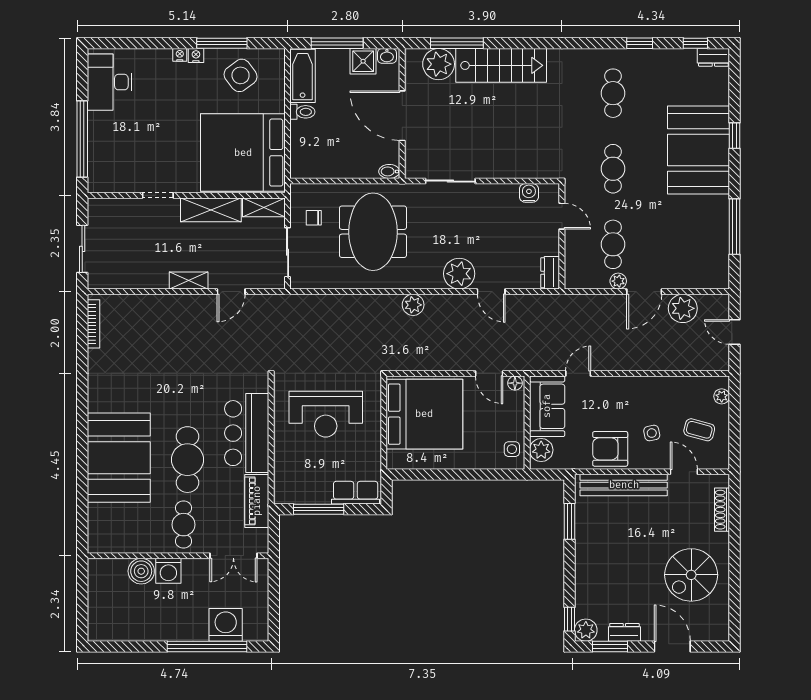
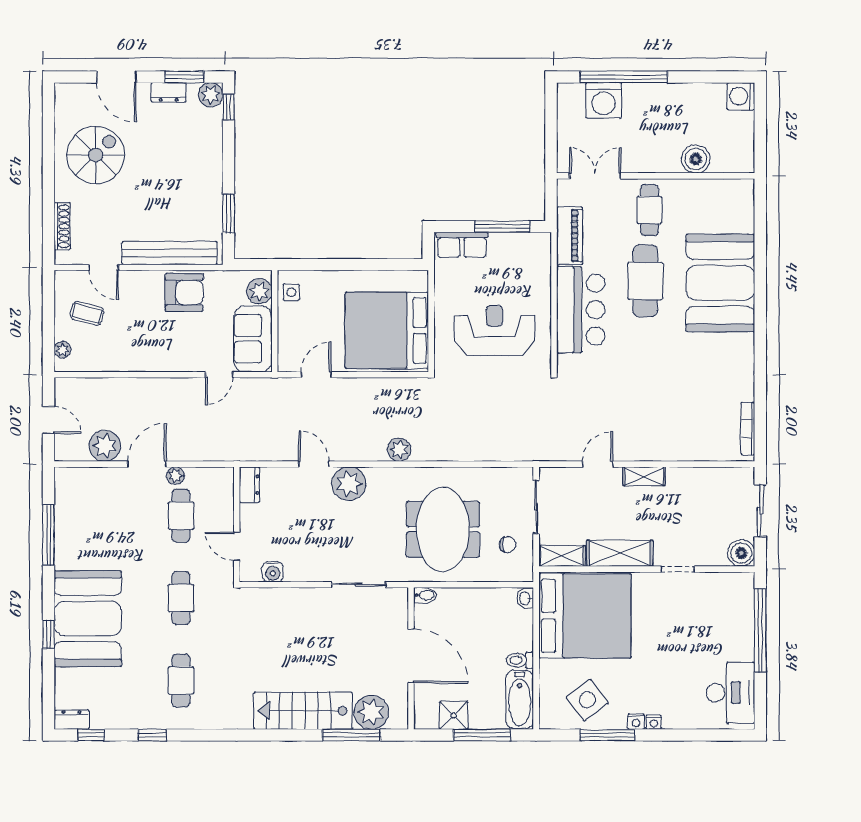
washbasin: (387, 56) -> (525, 598), moved, turned -90
boiler: (99, 210) -> (741, 553), added
door: (489, 373) -> (316, 375), hinge flipped
floor lamp: (515, 383) -> (288, 364), removed
side table: (652, 433) -> (139, 310), removed
washing machine: (168, 571) -> (741, 96), moved, turned -90

